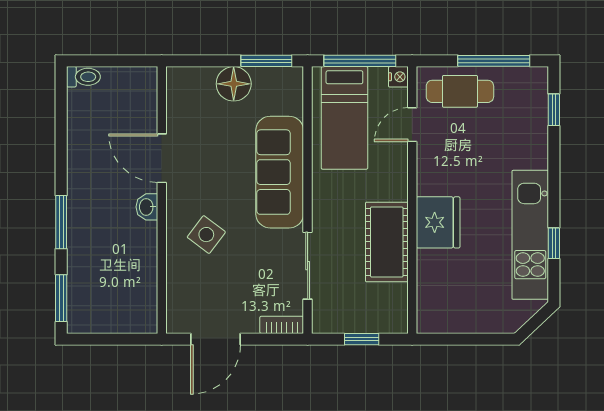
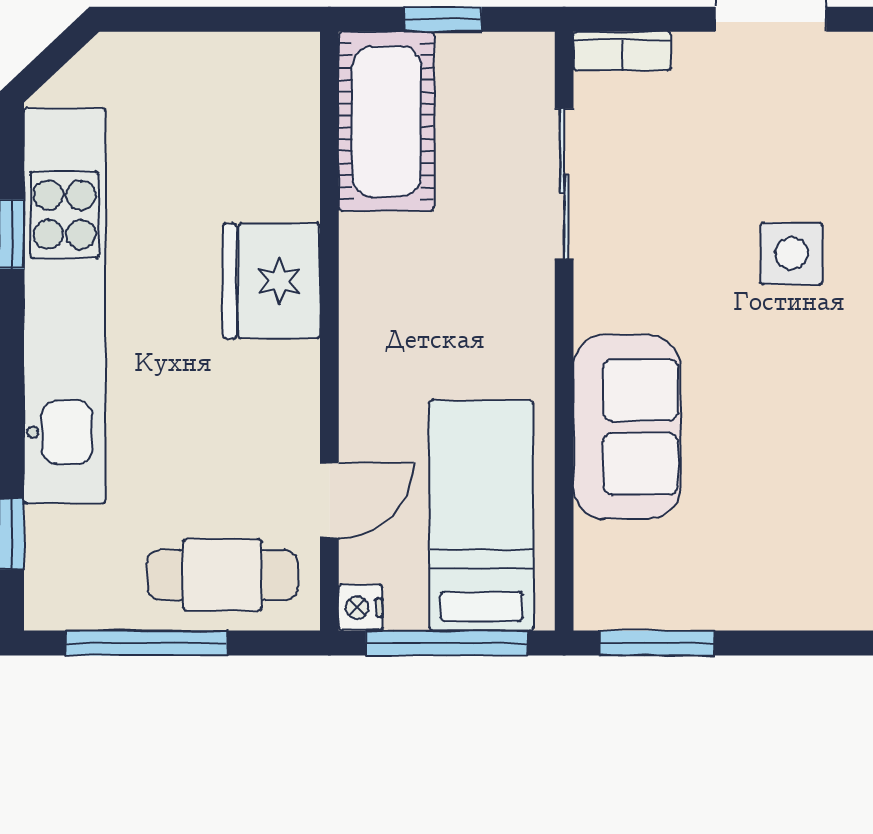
floor lamp: (234, 84) -> (730, 592), removed
sofa: (280, 172) -> (627, 427), width x0.73
side table: (206, 235) -> (791, 254), turned -37
kitchen unit: (530, 235) -> (65, 306), width x1.36
cot: (387, 242) -> (386, 121), moved

